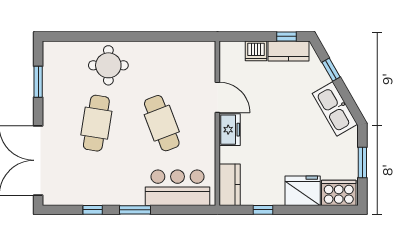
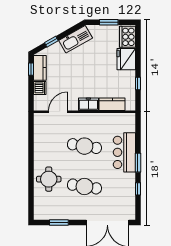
door: (217, 97) -> (58, 112), moved
cafe table: (162, 123) -> (84, 146), turned 30
kitchen counter: (230, 185) -> (112, 104), moved
bar counter: (178, 188) -> (124, 152), moved

